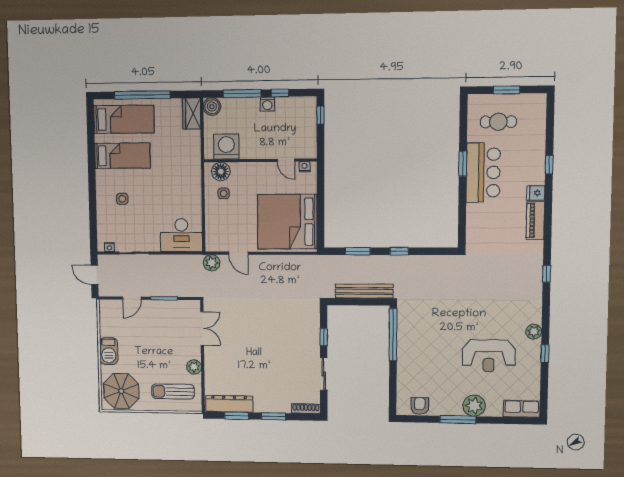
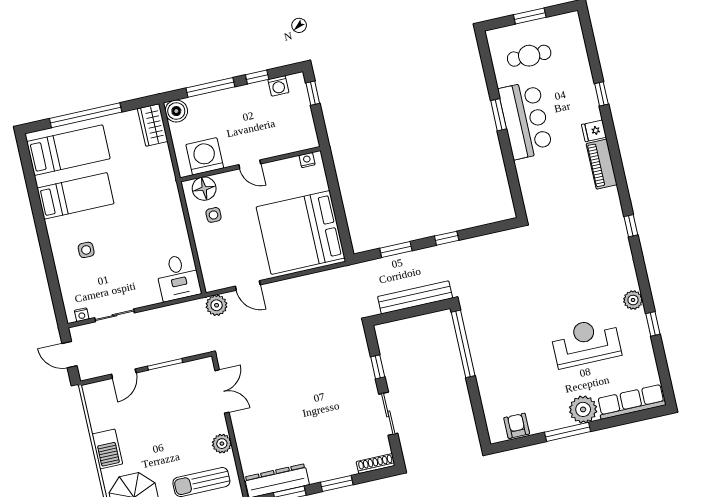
washing machine: (267, 104) -> (278, 86), moved
door: (286, 160) -> (250, 164), moved
desk: (181, 235) -> (178, 277), width x0.73
reception desk: (489, 356) -> (586, 343), turned 180
row of seats: (522, 409) -> (631, 402), width x1.48

